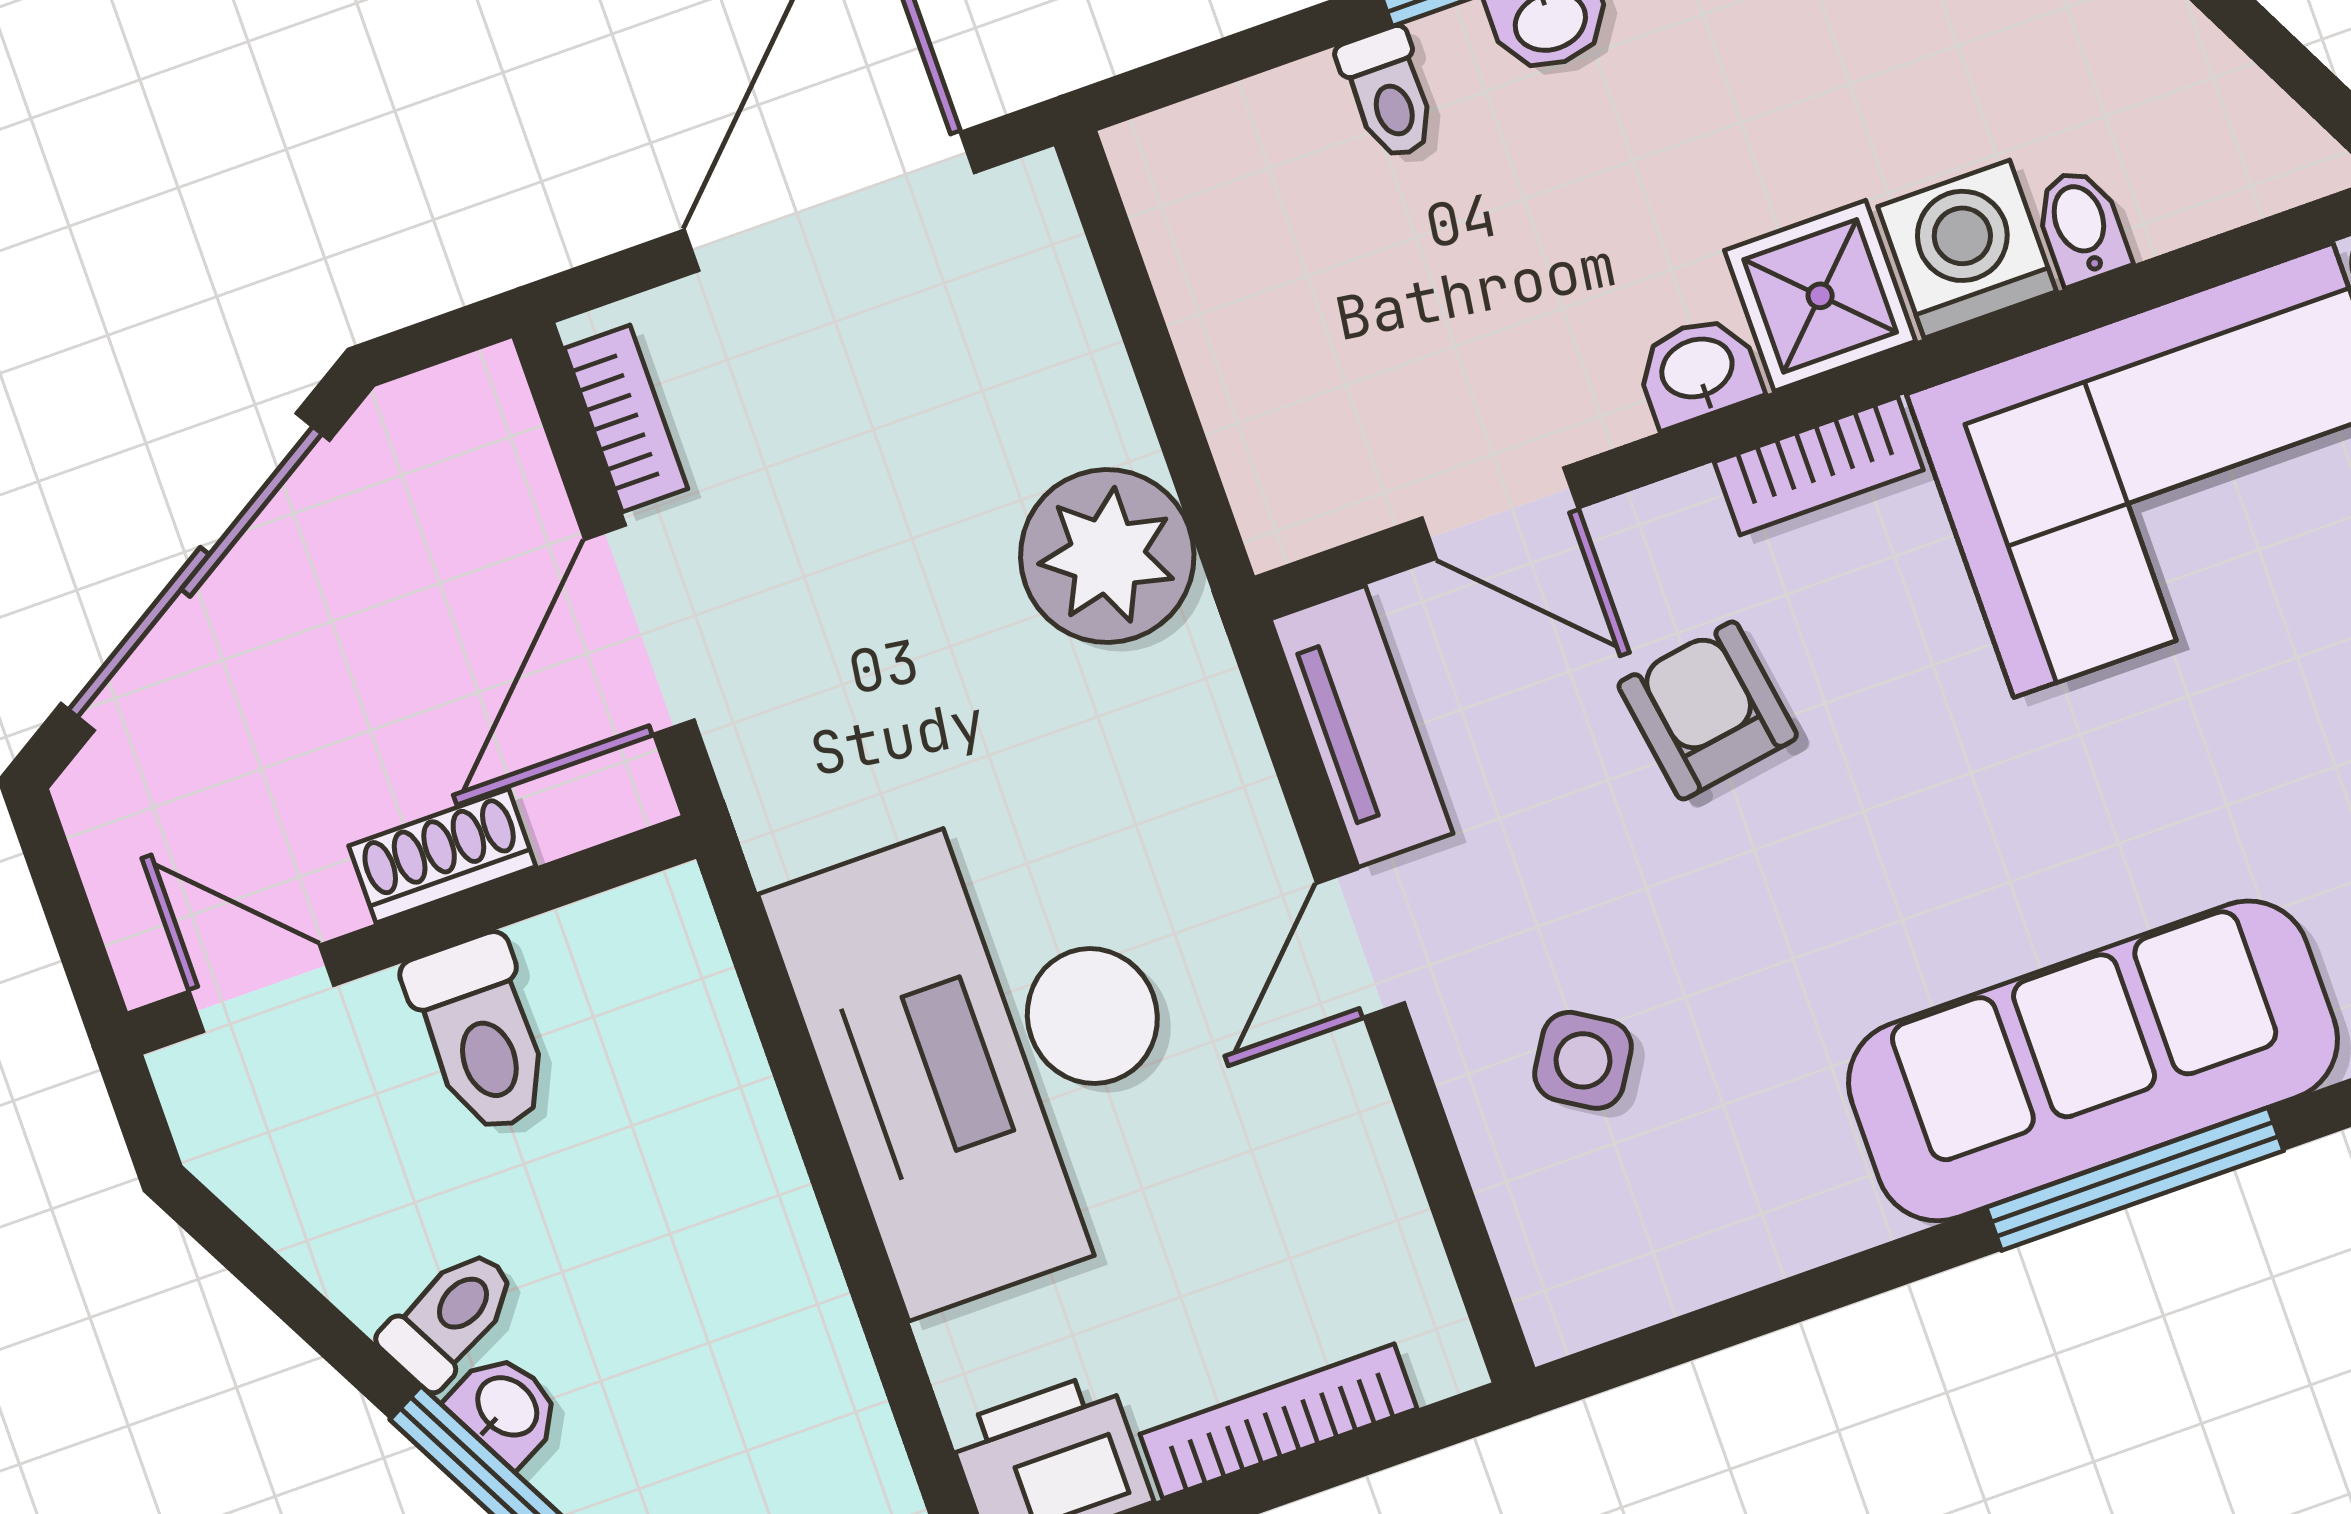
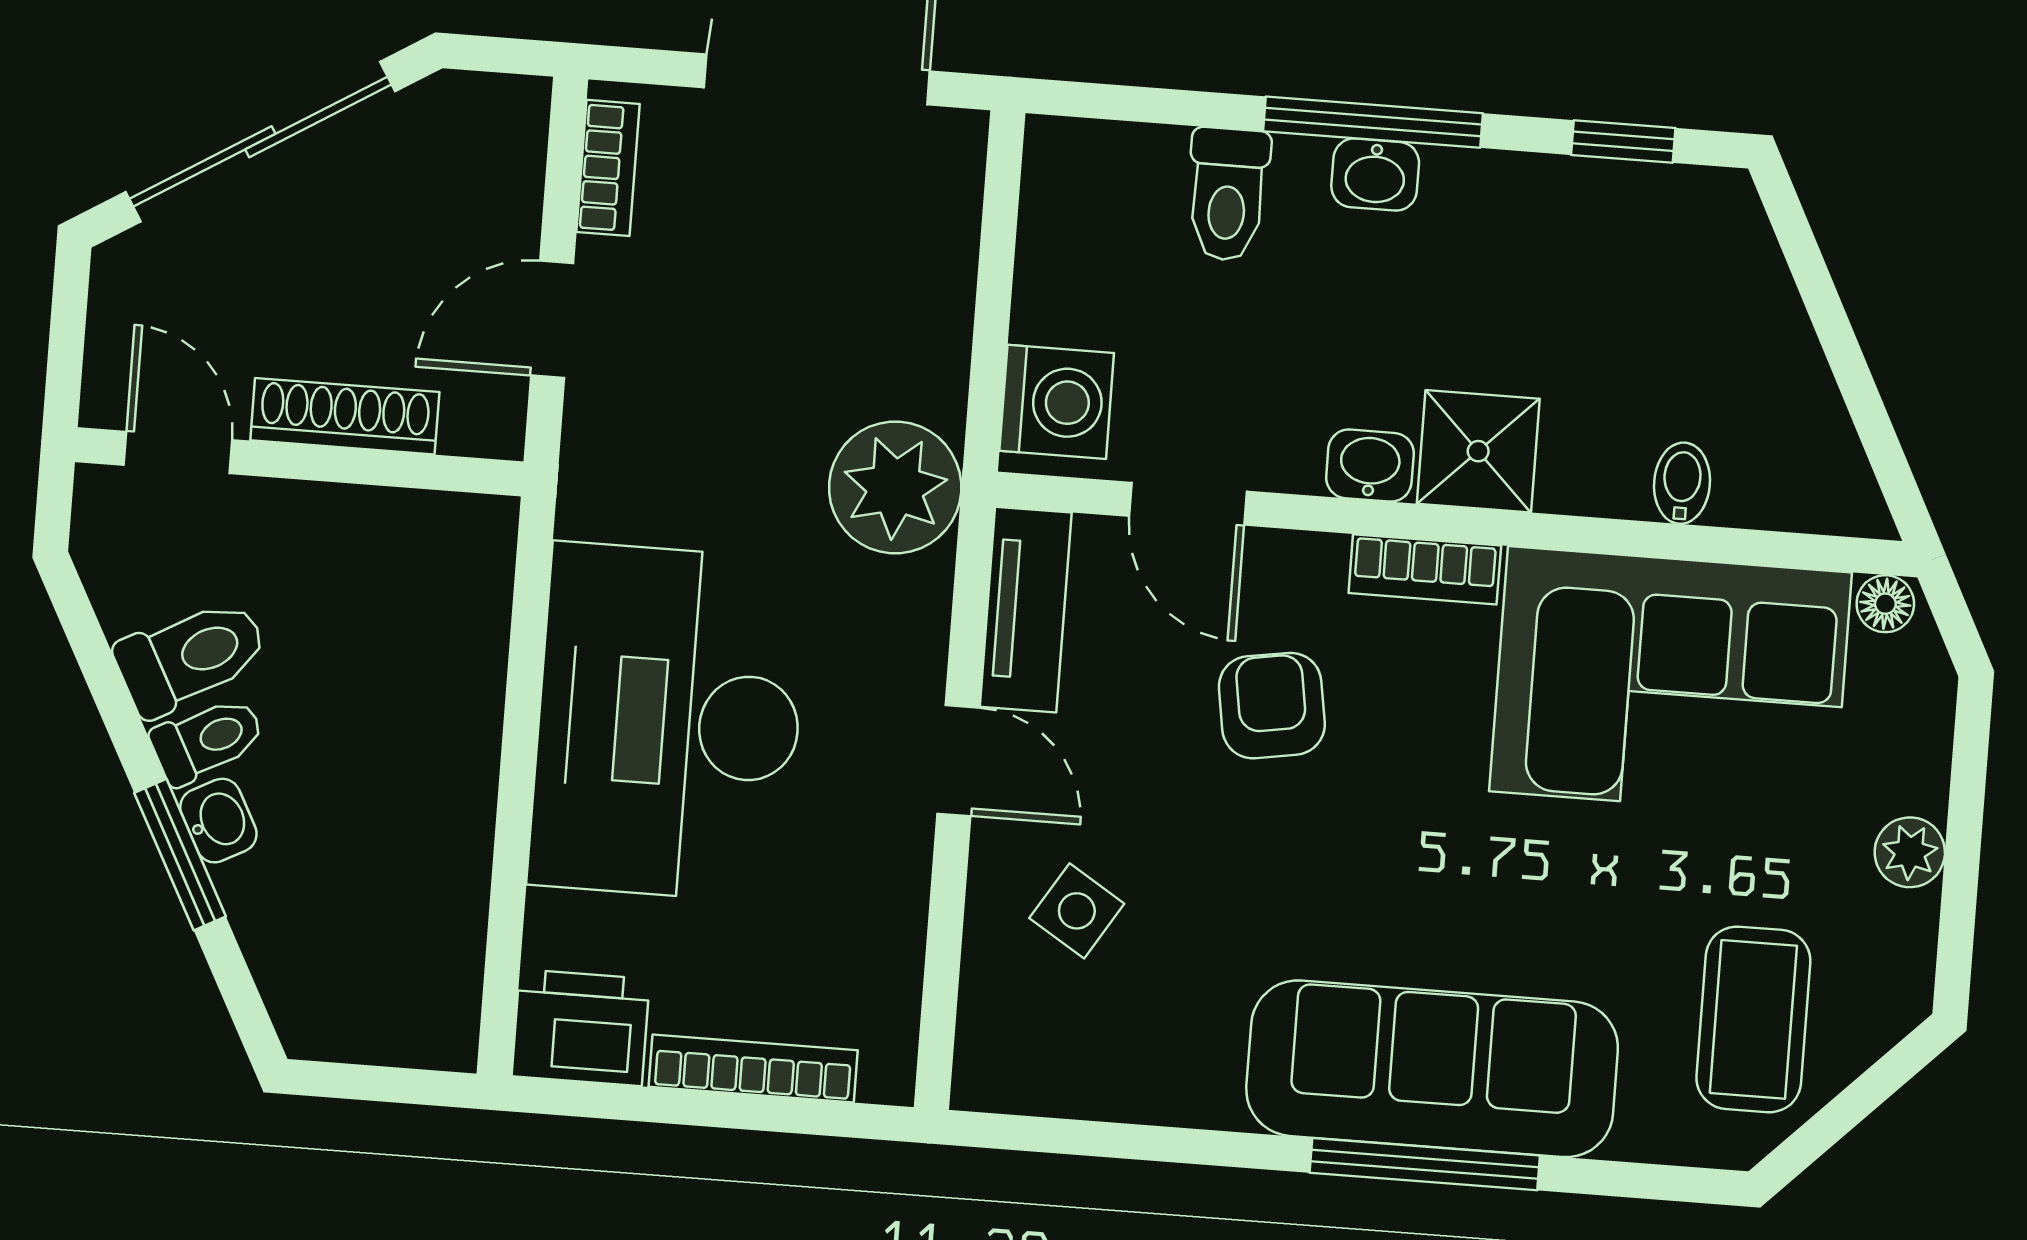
toilet: (1388, 94) -> (1228, 194), width x1.37, depth x1.39
washing machine: (1967, 249) -> (1057, 402), moved, turned 90
plant: (1107, 556) -> (895, 487), moved
door: (640, 630) -> (552, 319), width x0.73
shoe rack: (442, 856) -> (345, 416), width x1.43
door: (1361, 943) -> (958, 761), swing flipped
toilet: (481, 1035) -> (191, 656), moved, turned -118

